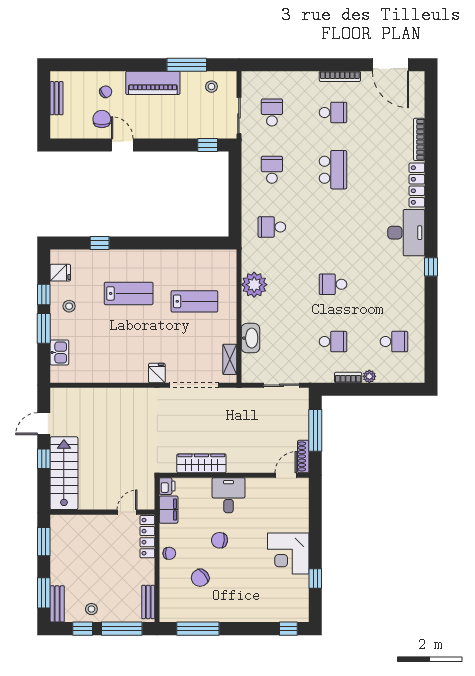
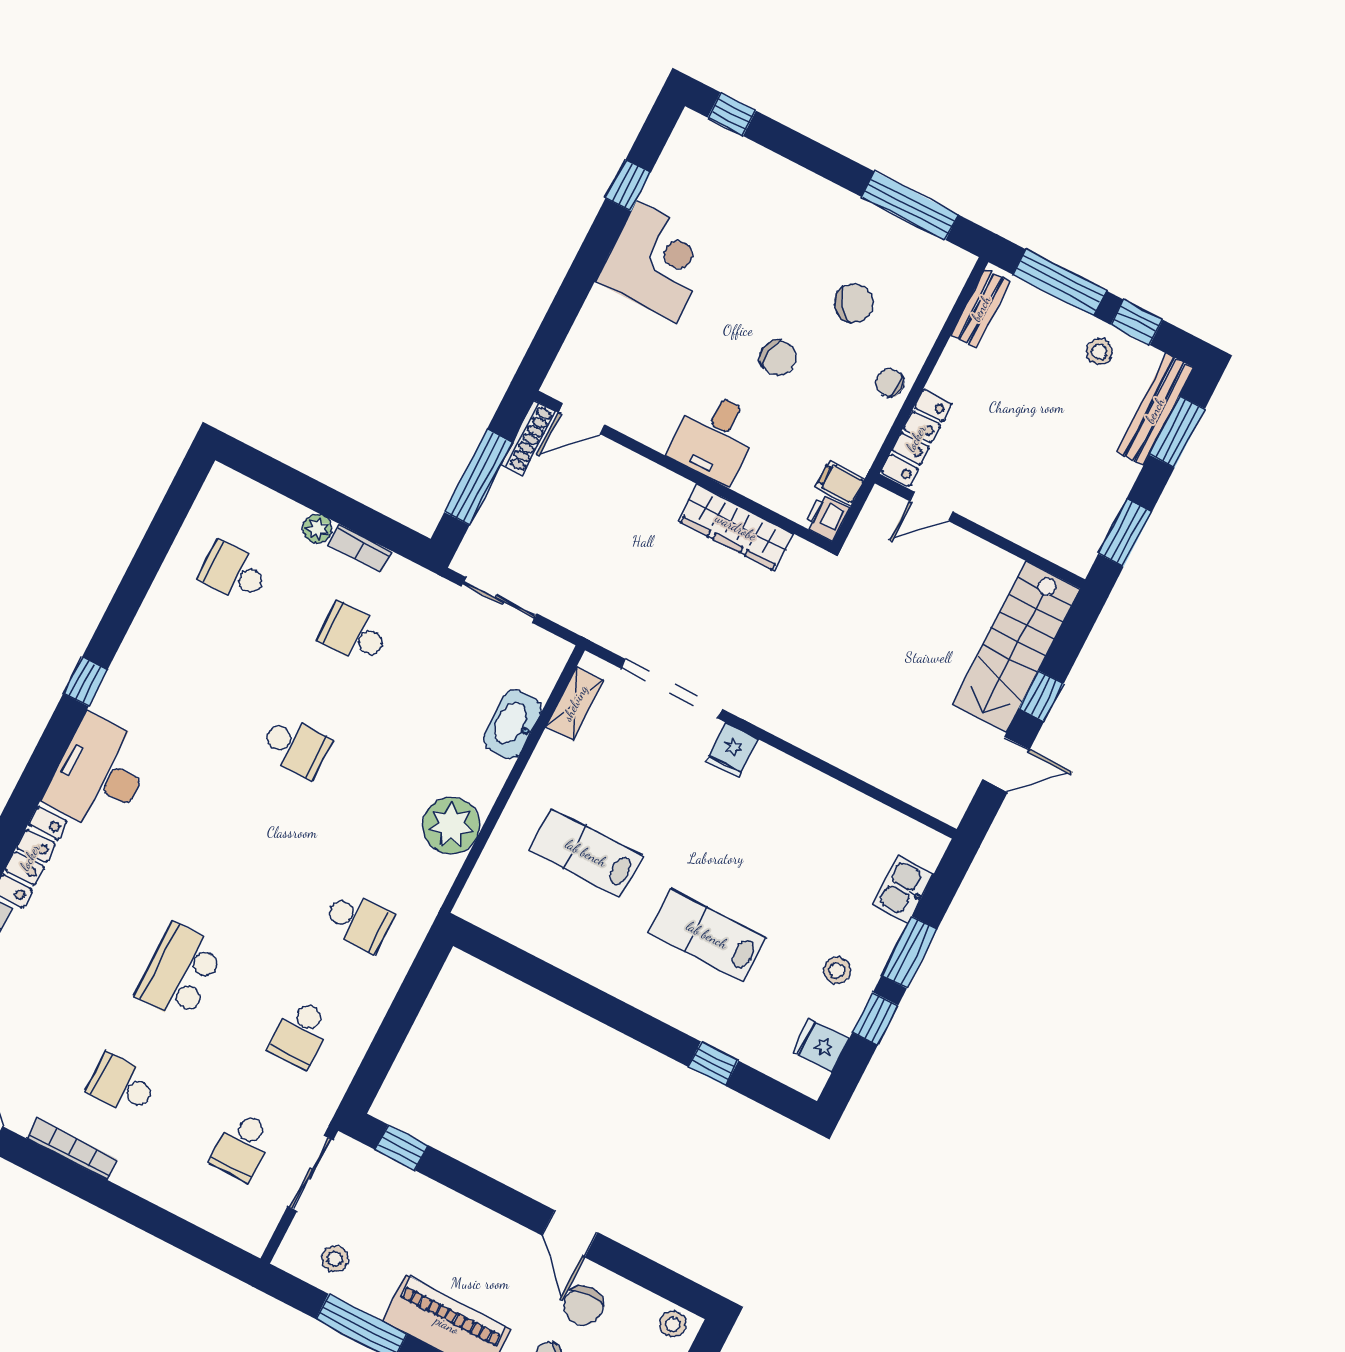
stool: (62, 130) -> (673, 1324), added
filing cabinet: (169, 510) -> (840, 483), width x0.50
bench: (57, 604) -> (1155, 410), width x1.36

